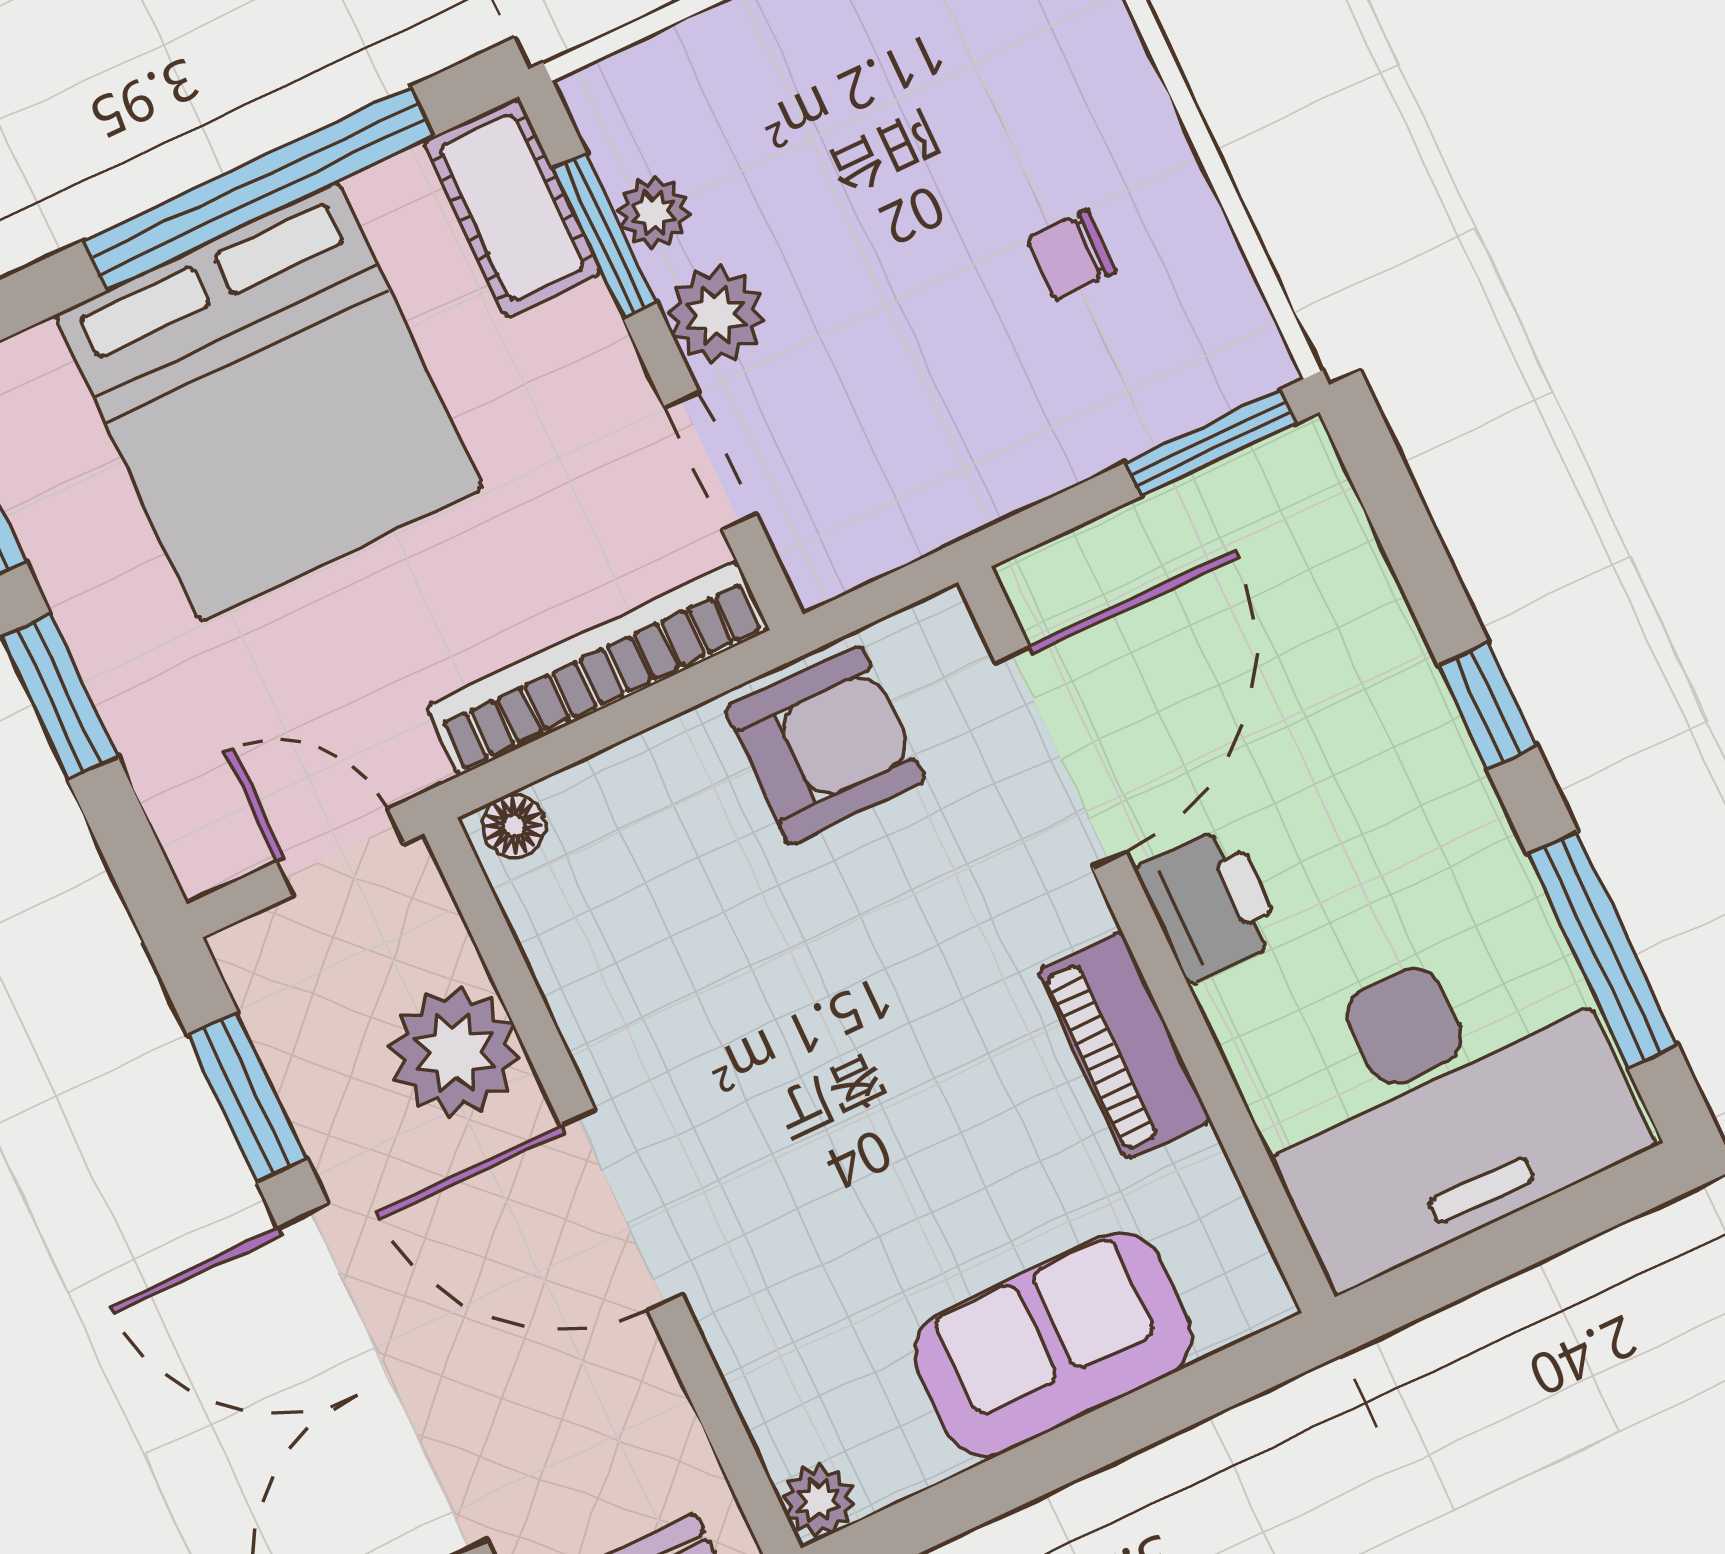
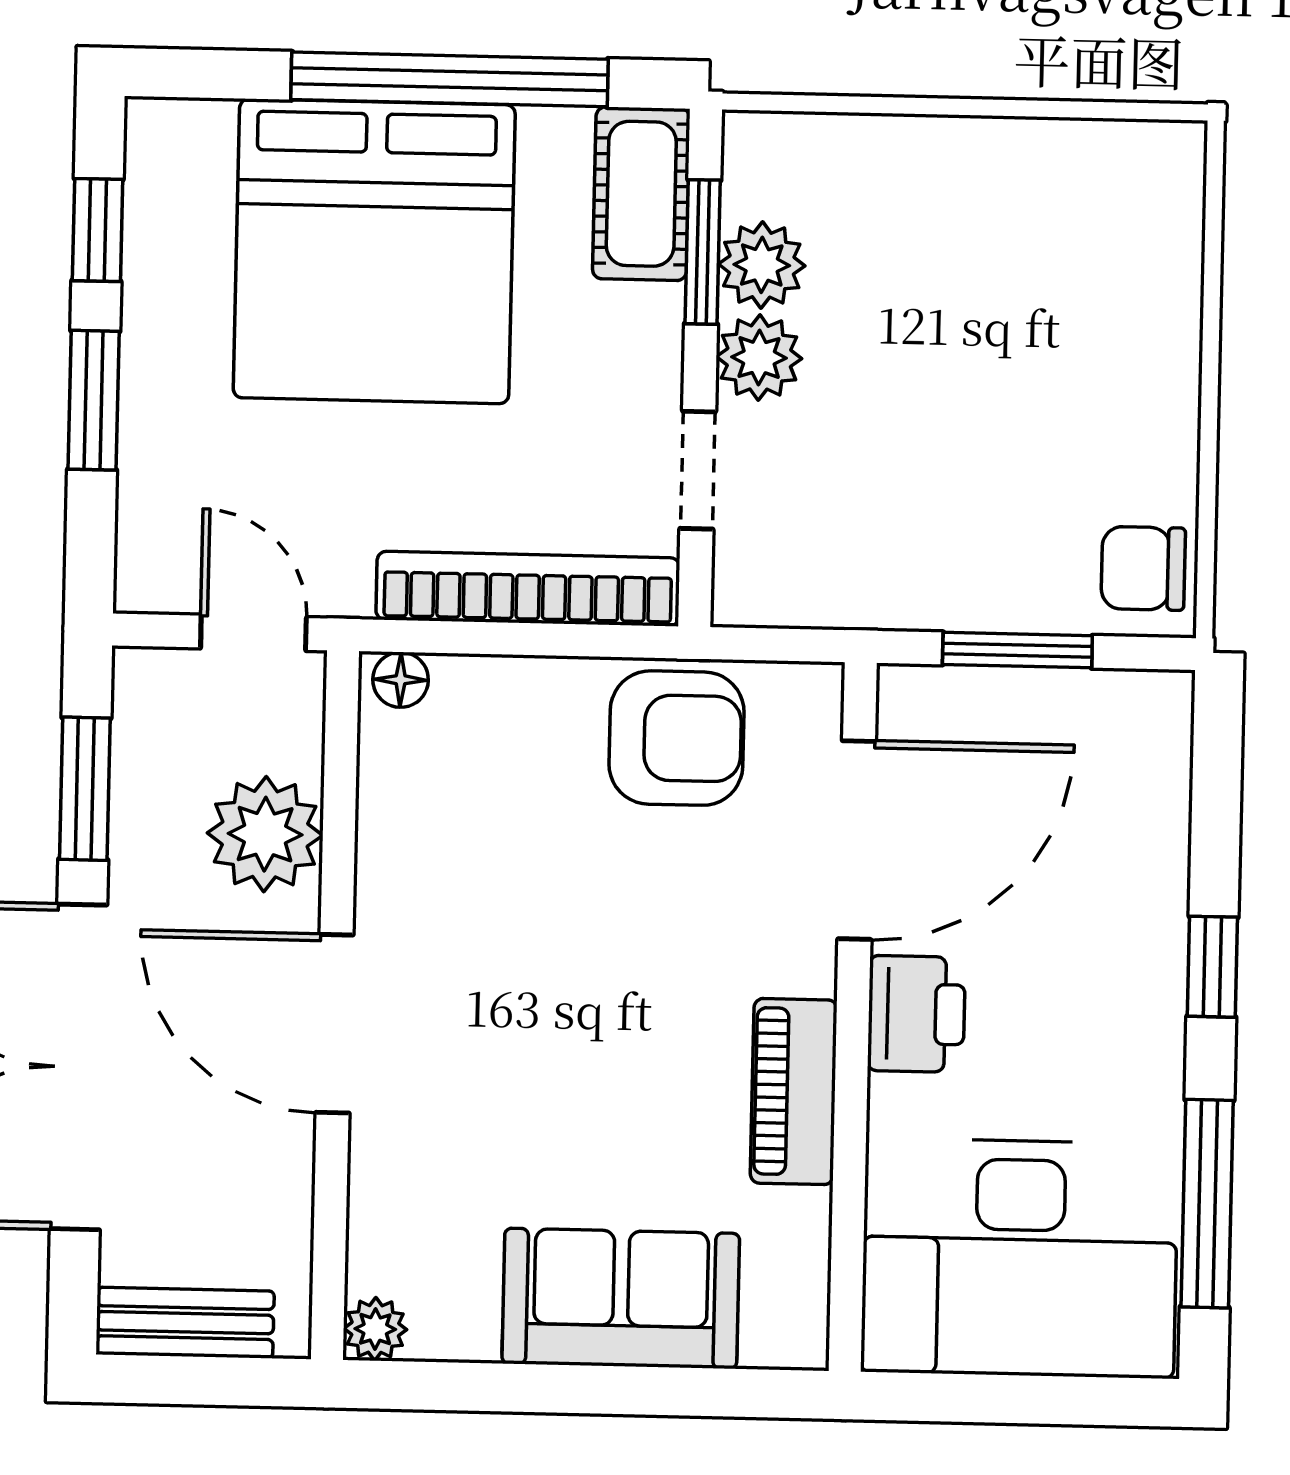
plant: (653, 213) -> (762, 265), width x1.38, depth x1.38
chair: (1071, 255) -> (1143, 568), moved, width x1.37, depth x1.37
window: (1211, 443) -> (1017, 650), moved

